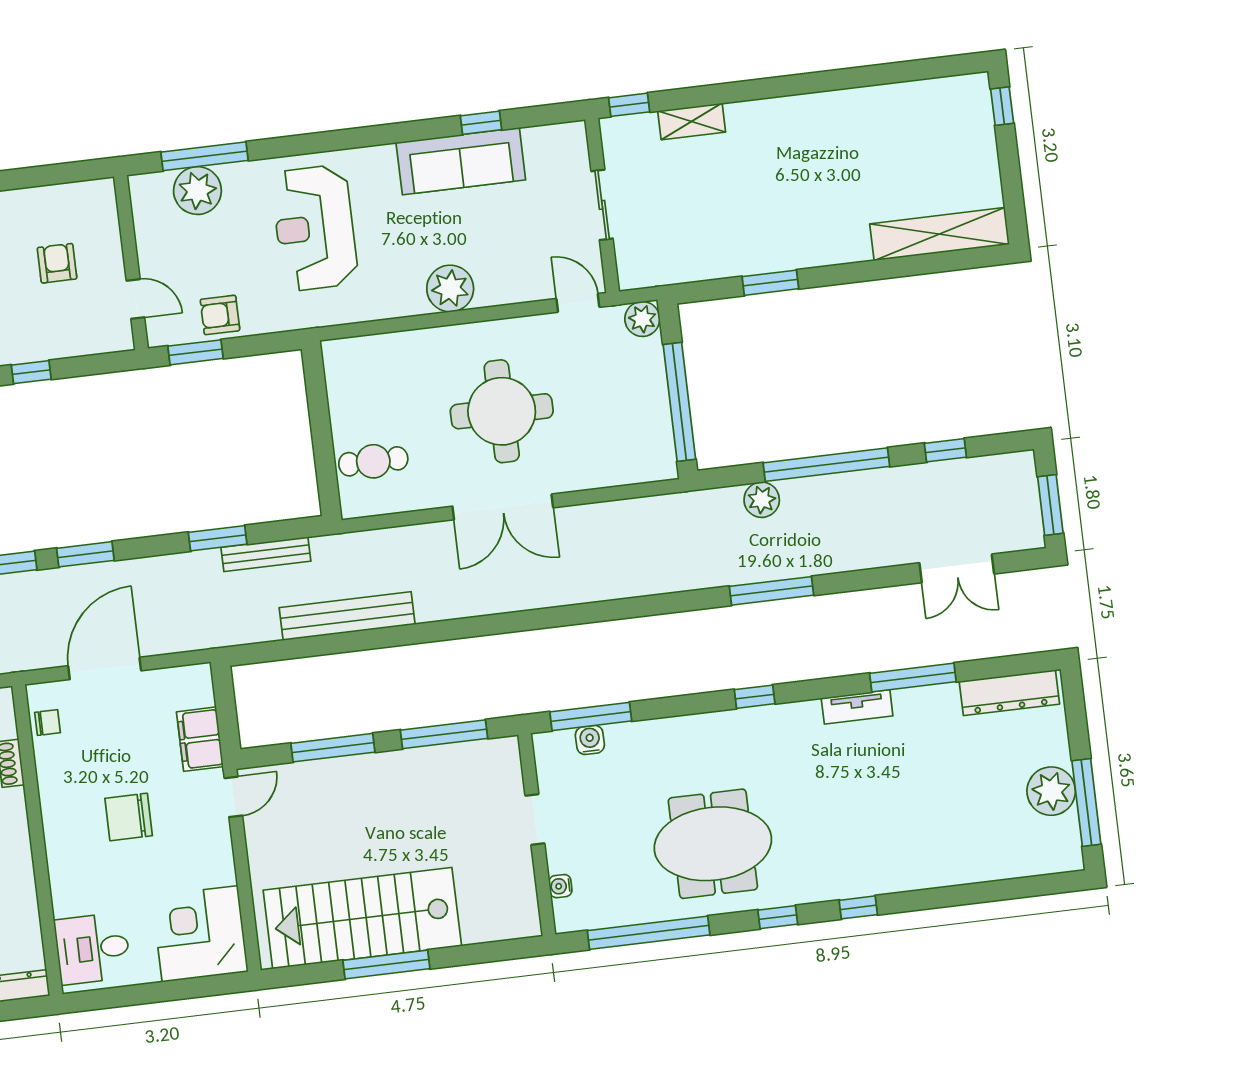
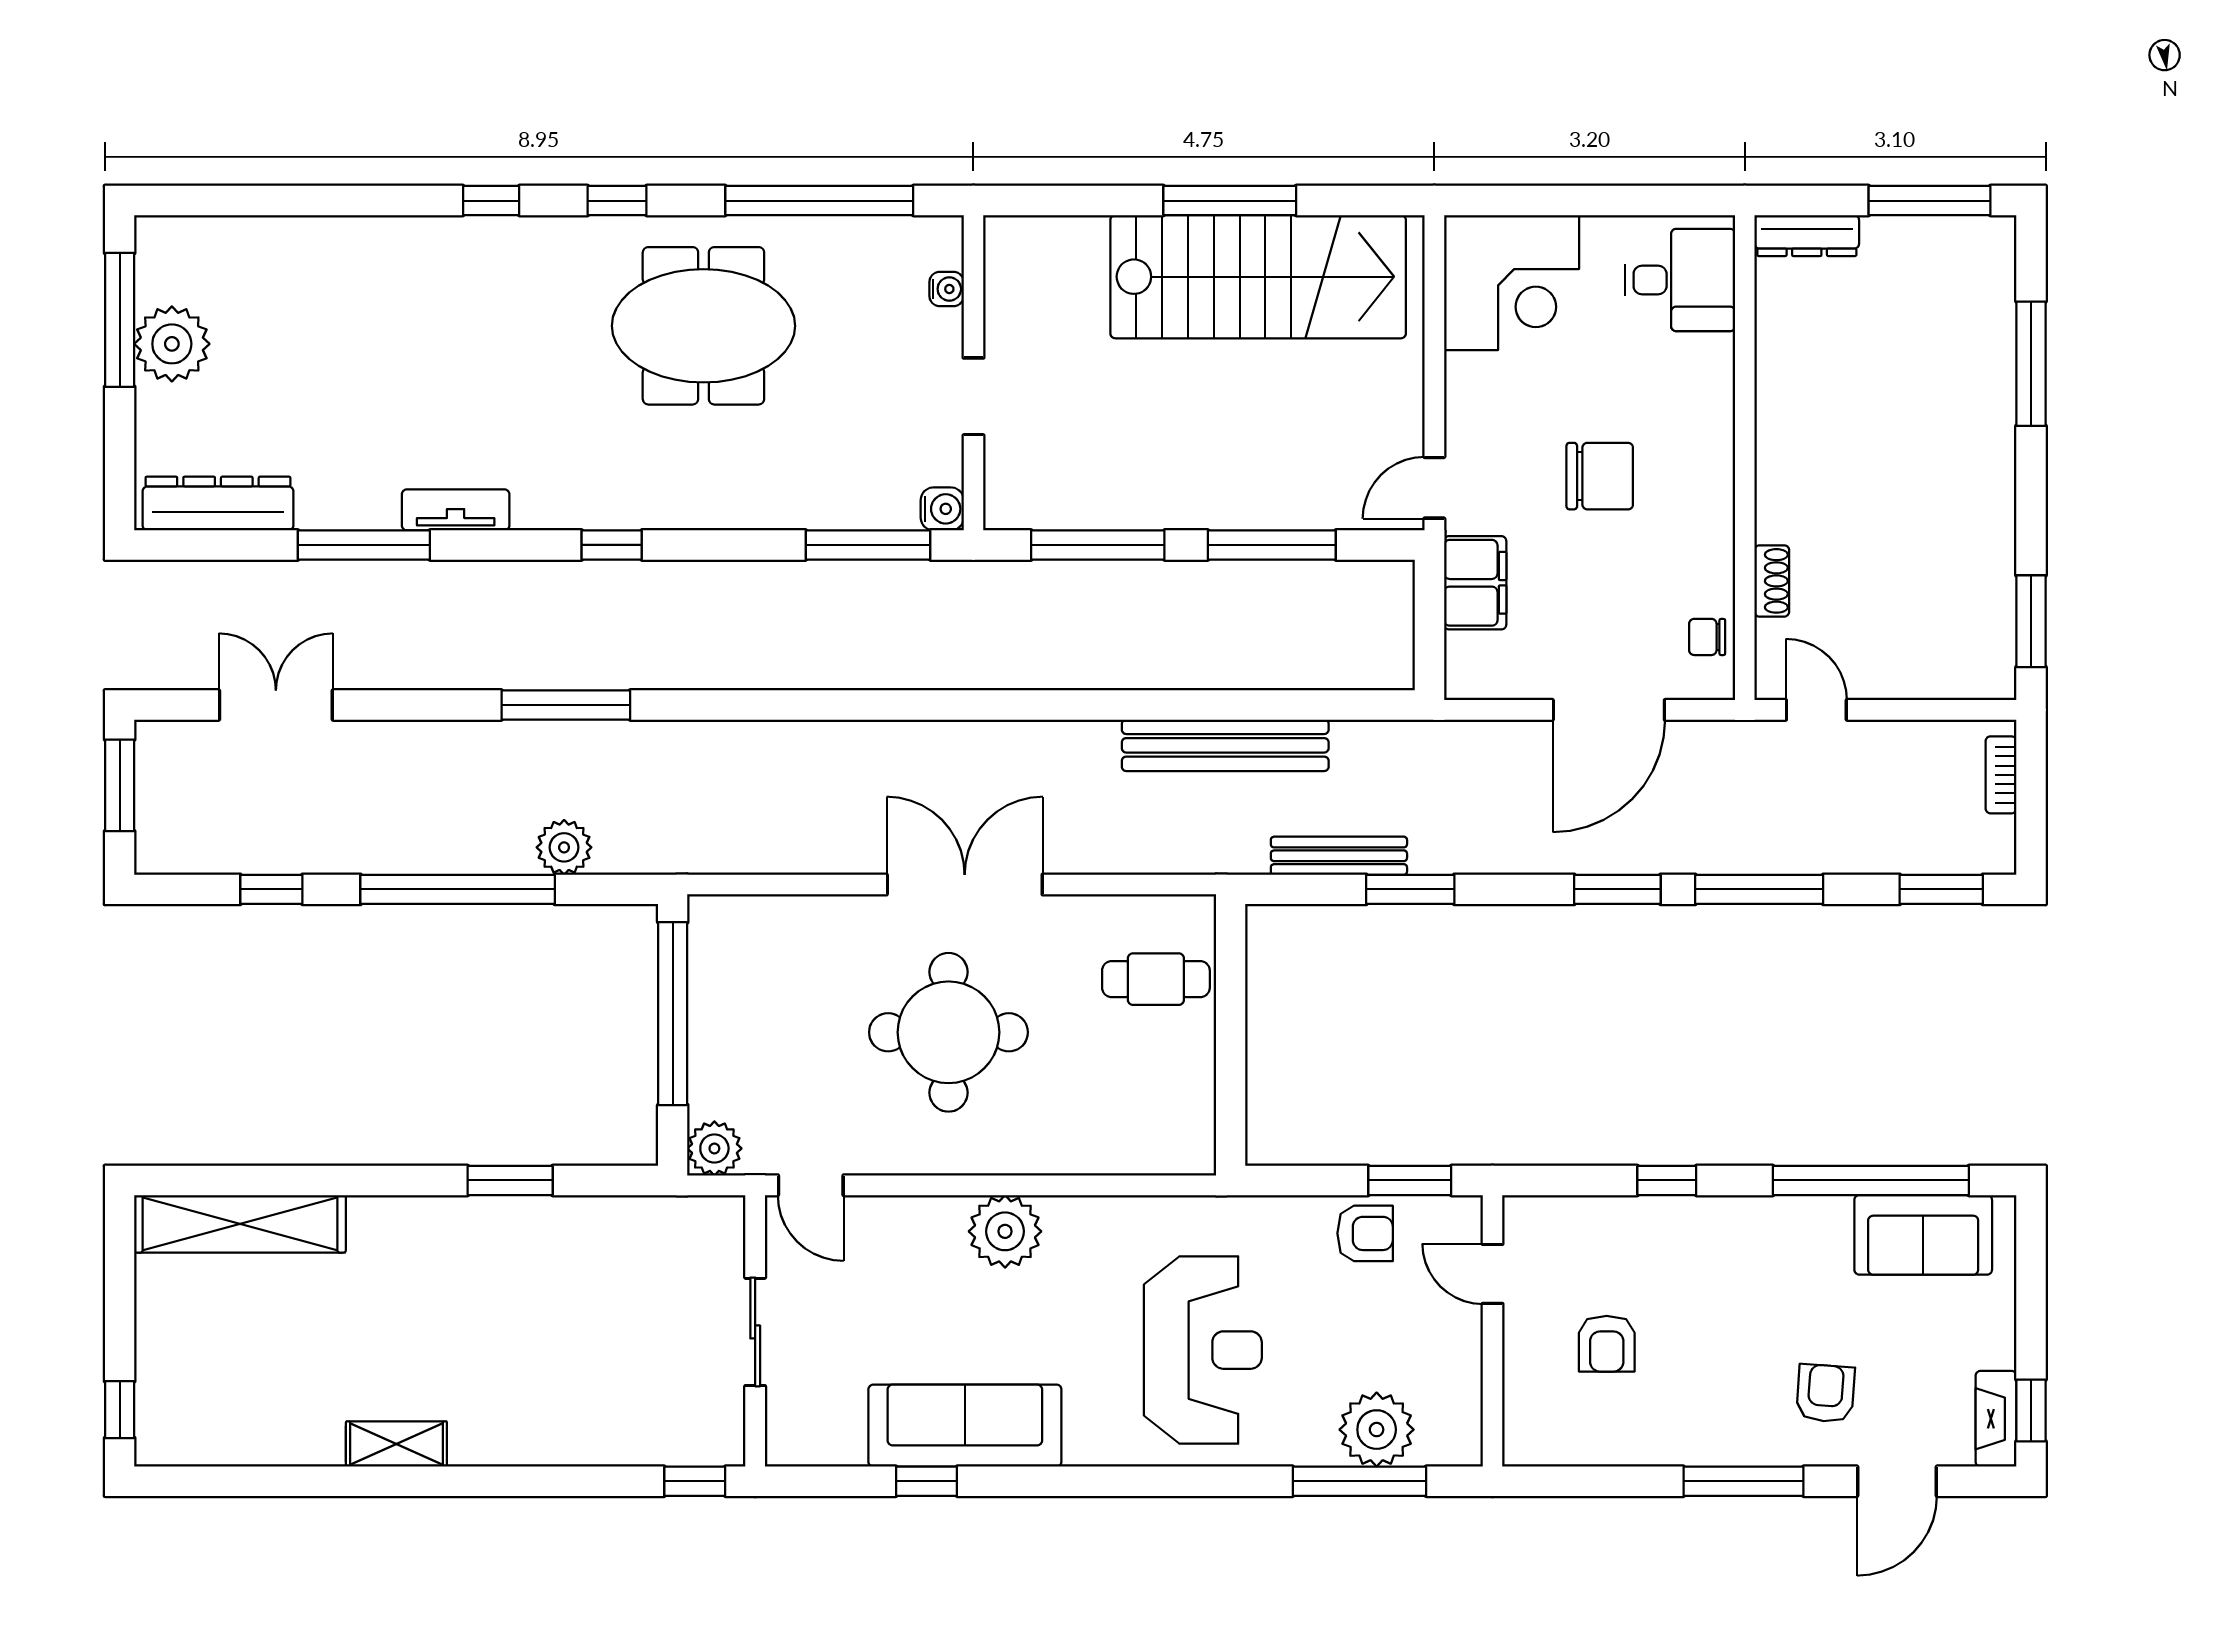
shelving: (692, 121) -> (396, 1444), moved
water cooler: (590, 740) -> (942, 509), moved, turned -90

